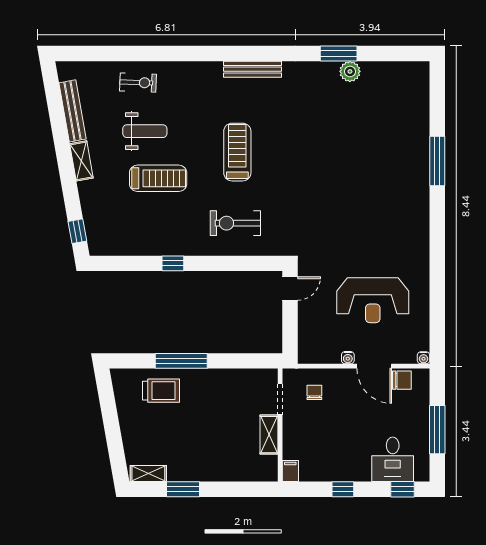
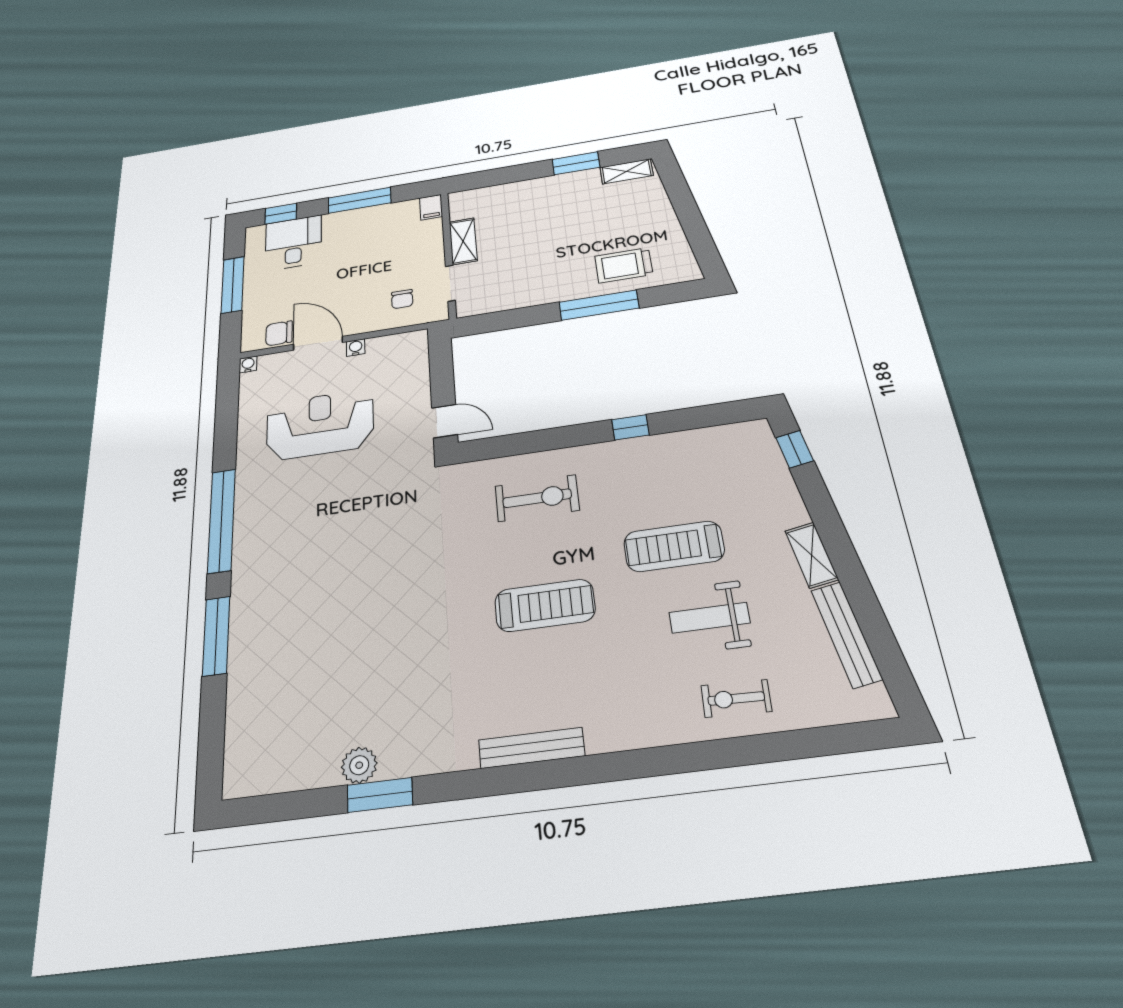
treadmill: (237, 152) -> (545, 605), turned -90
window: (437, 240) -> (222, 520), added
door: (290, 289) -> (445, 421), swing flipped
window: (343, 489) -> (360, 200), width x2.17

